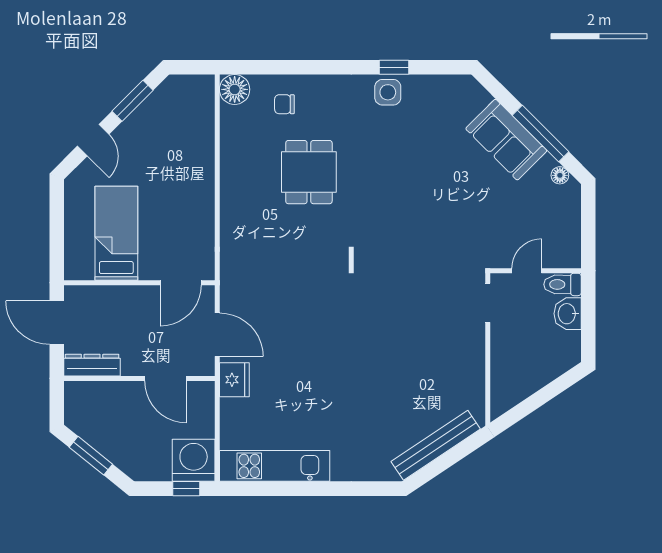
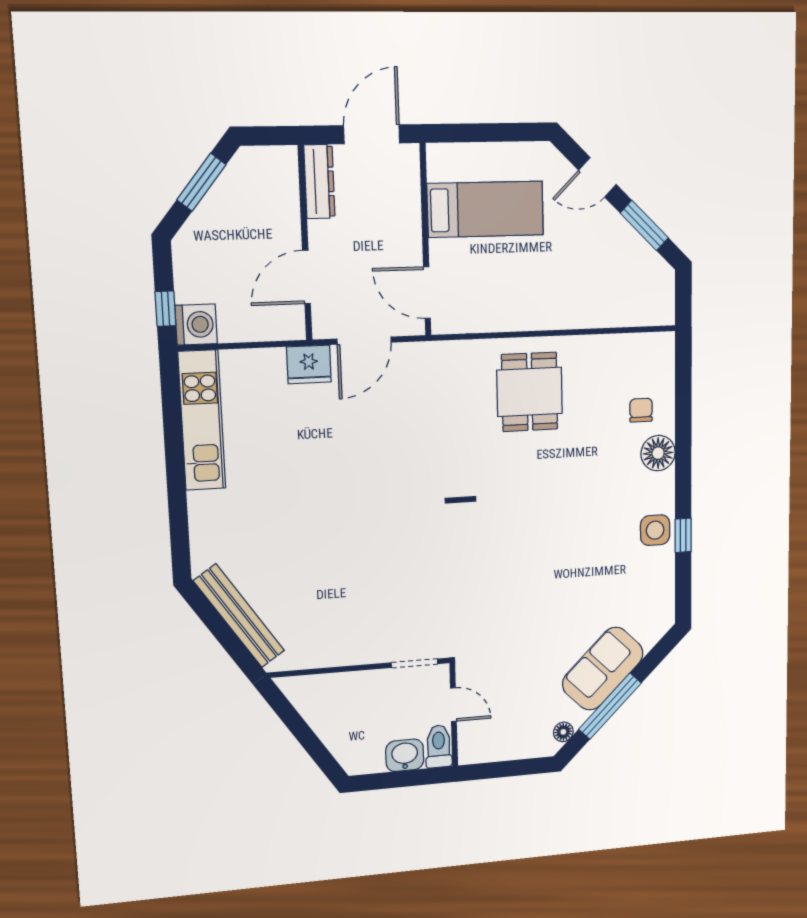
floor lamp: (235, 89) -> (658, 453), moved
dining table: (309, 172) -> (530, 392), moved, turned 90
washing machine: (194, 460) -> (196, 324), width x0.73, depth x0.73

